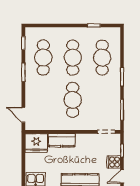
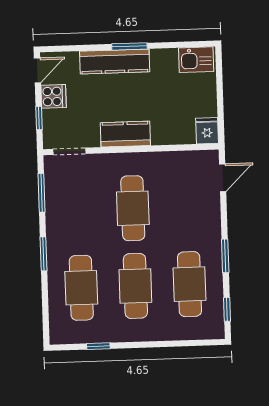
door: (23, 115) -> (223, 178), hinge flipped
kitchen counter: (62, 140) -> (125, 134), moved
fridge: (36, 143) -> (207, 131), width x0.53, depth x0.75

